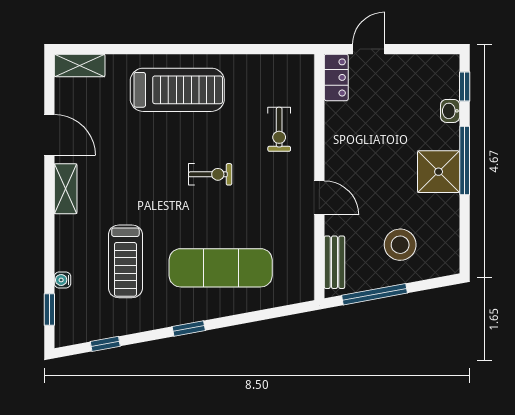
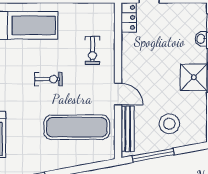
bench: (334, 262) -> (128, 129), width x1.36
exercise mat: (221, 268) -> (77, 127), moved

